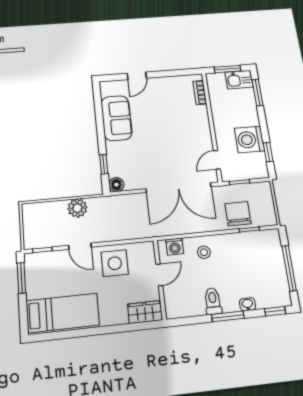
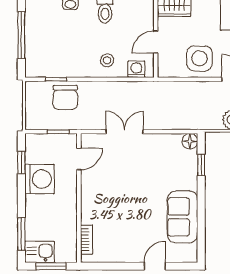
double door: (178, 188) -> (125, 132), width x0.54

